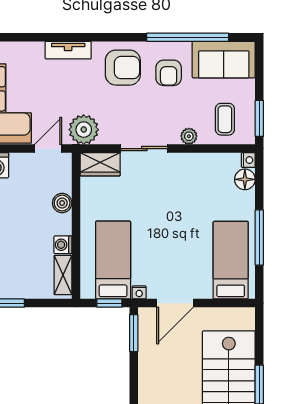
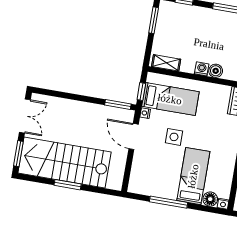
washing machine: (63, 245) -> (202, 69), moved
side table: (166, 246) -> (174, 137), added
bed: (231, 260) -> (193, 176), moved, turned -90

